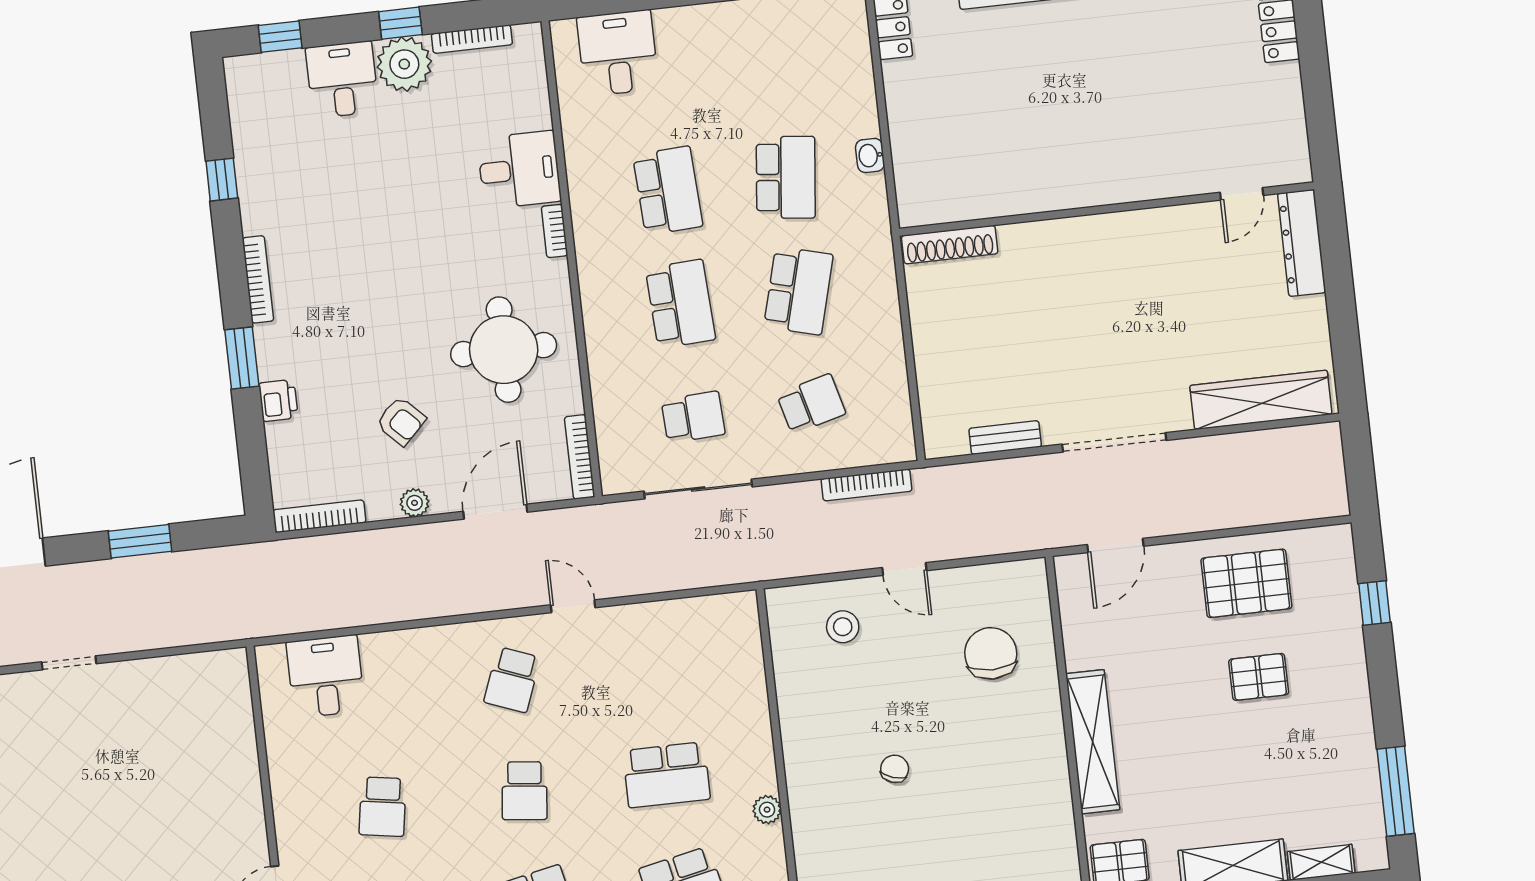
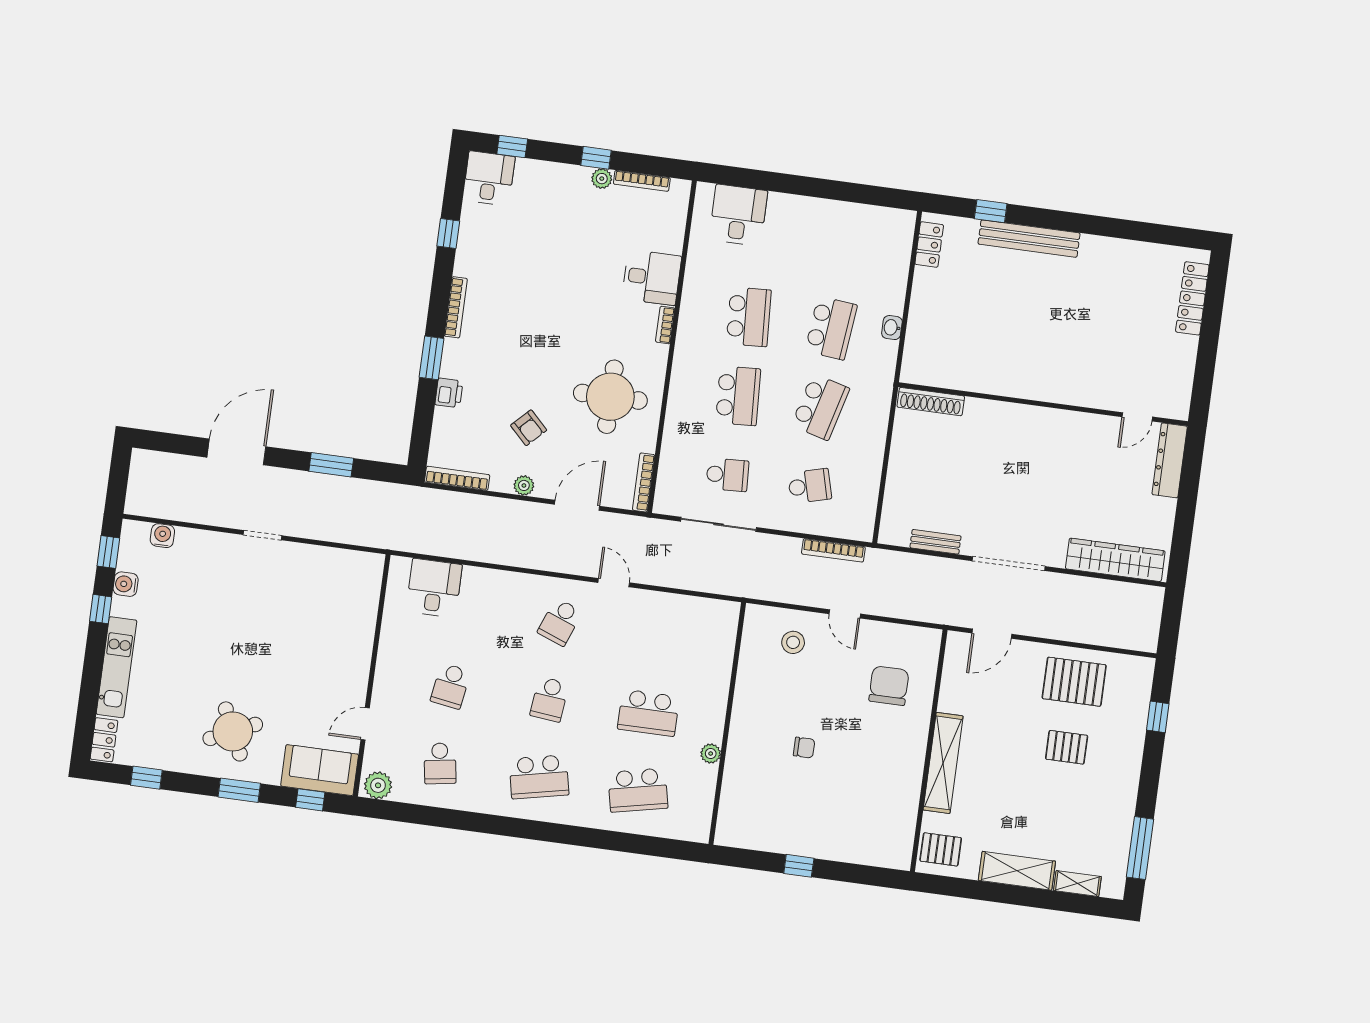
plant: (404, 64) -> (602, 179), width x0.53, depth x0.53
desk: (342, 80) -> (489, 178), moved
chair: (895, 769) -> (804, 748), turned 72

